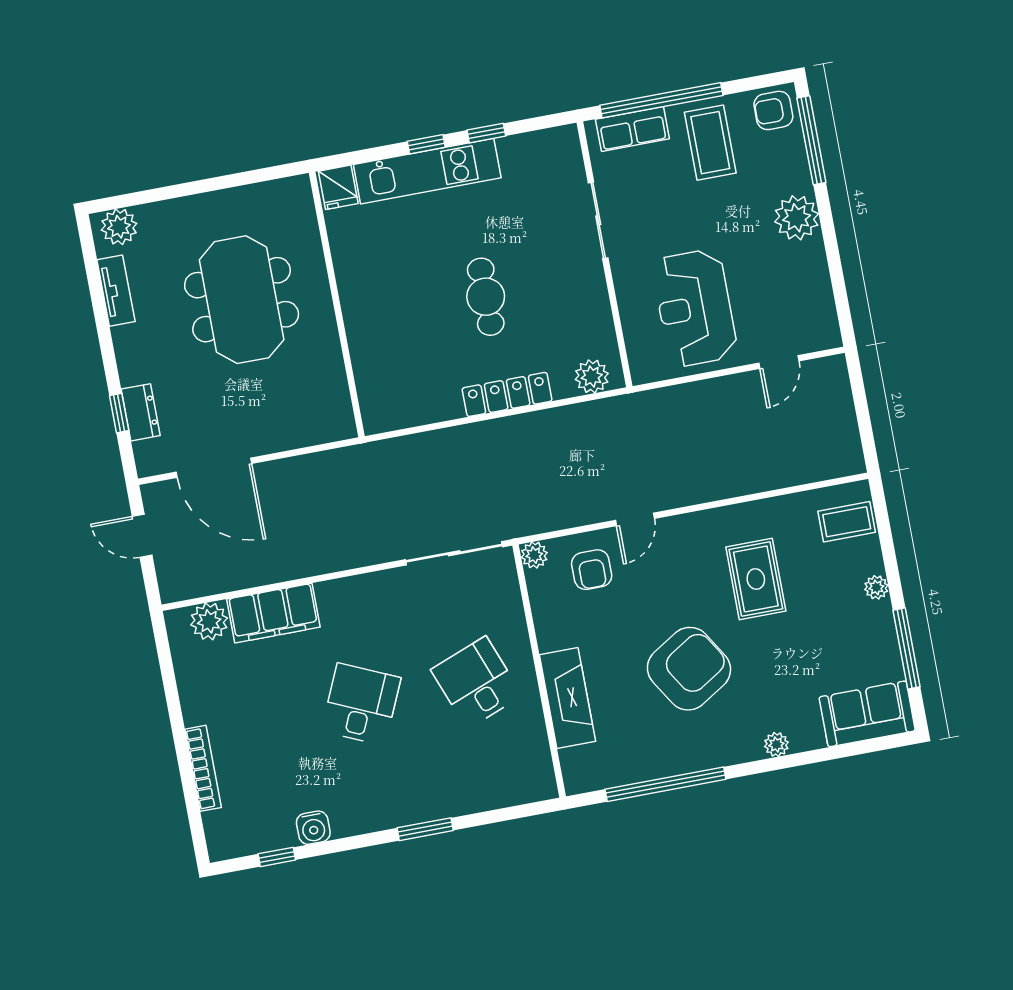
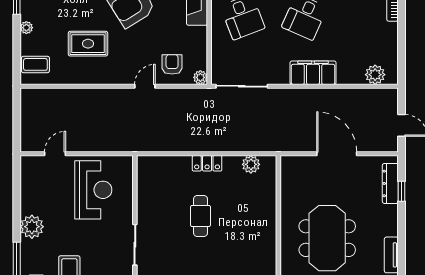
plant: (592, 376) -> (251, 164), moved
locker: (507, 394) -> (207, 163), width x0.66
dresser: (141, 412) -> (390, 183), width x1.44
door: (214, 468) -> (337, 154), moved
rug: (756, 579) -> (88, 44), turned 90
filing cabinet: (273, 613) -> (313, 73), moved

